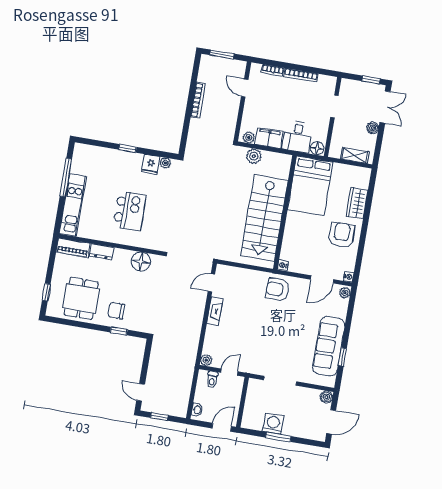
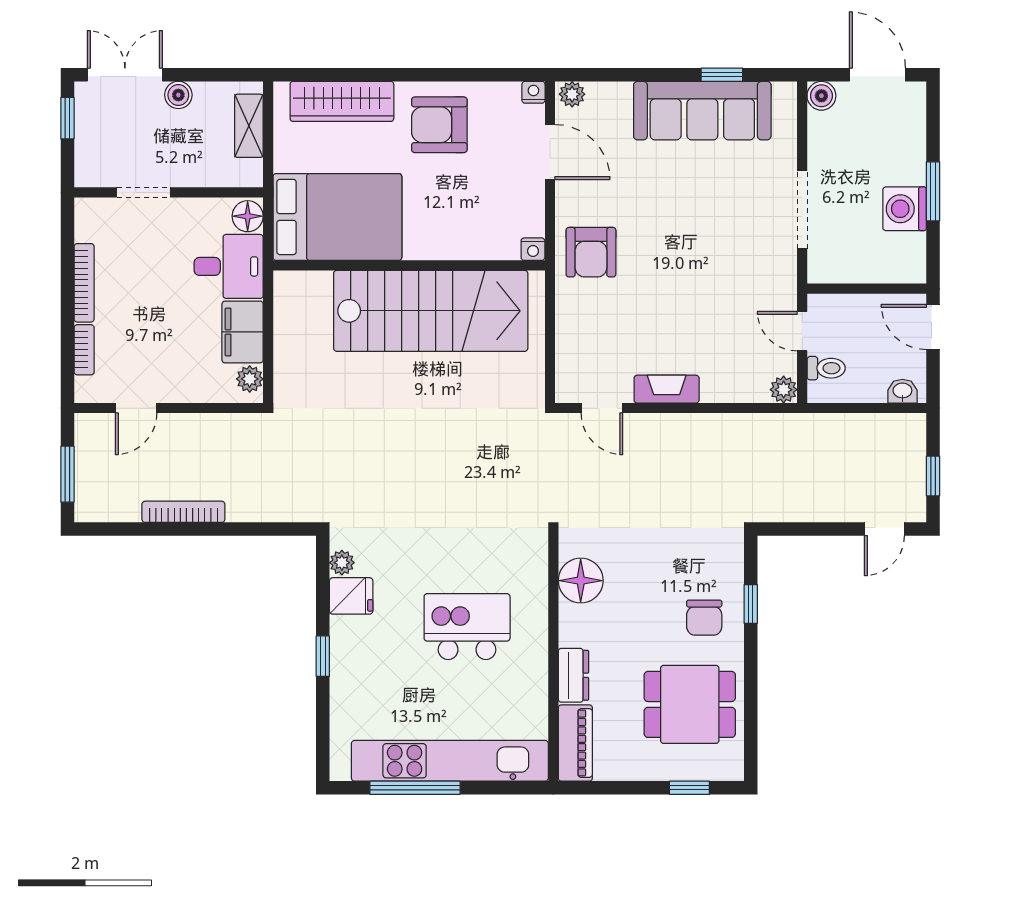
plant: (254, 156) -> (291, 360), removed
wardrobe: (357, 203) -> (342, 101), width x1.50
kitchen unit: (73, 205) -> (450, 761), width x1.36

